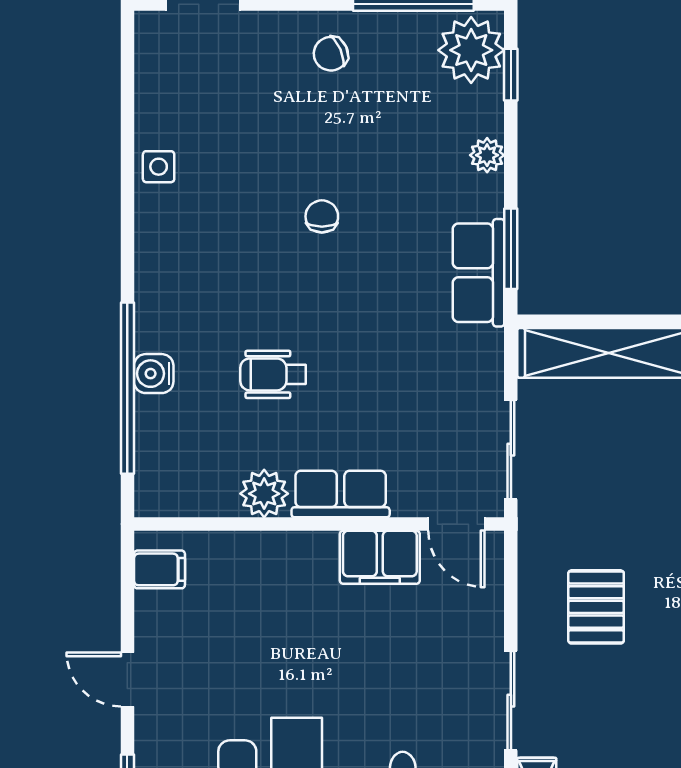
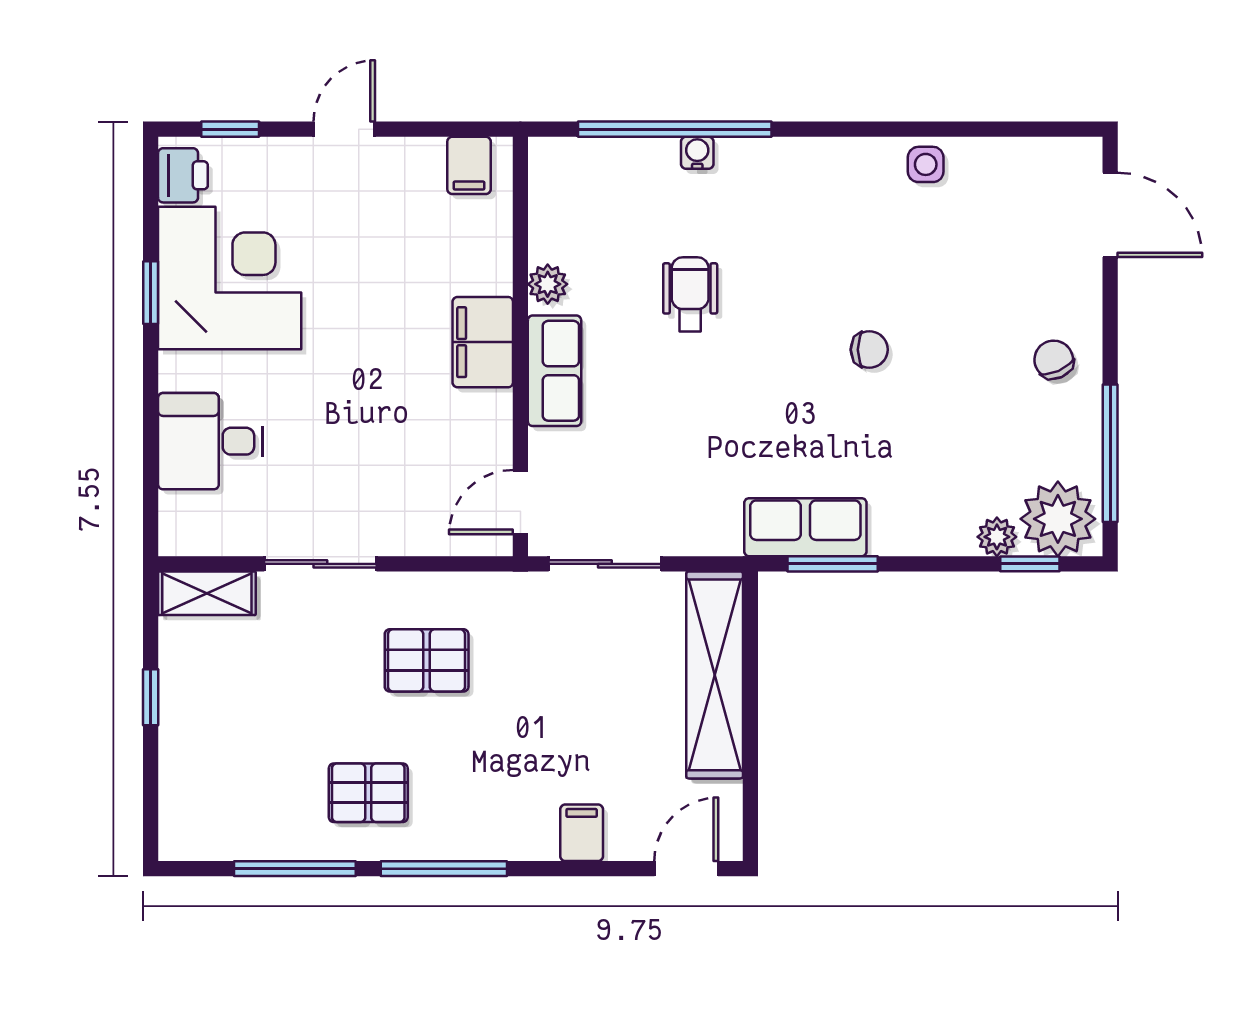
plant: (487, 155) -> (997, 537), moved
water cooler: (154, 374) -> (697, 153), width x0.72, depth x0.72
plant: (264, 494) -> (548, 284), width x0.73, depth x0.73
filing cabinet: (380, 557) -> (483, 342), moved

